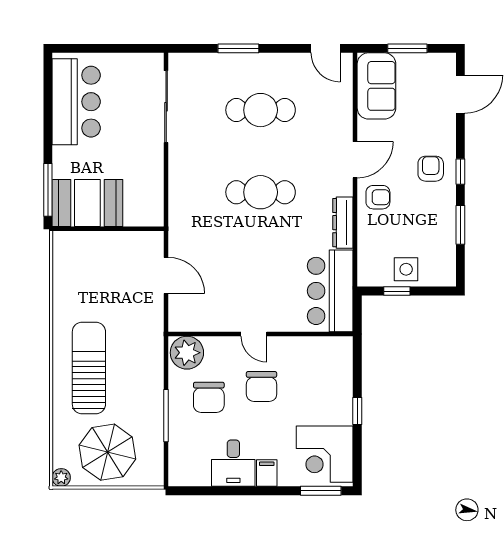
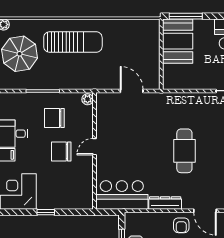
door: (166, 275) -> (132, 91), swing flipped
plant: (187, 353) -> (88, 99), width x0.53, depth x0.53

